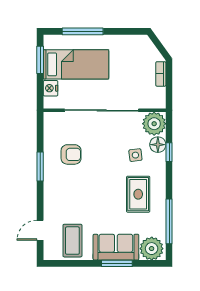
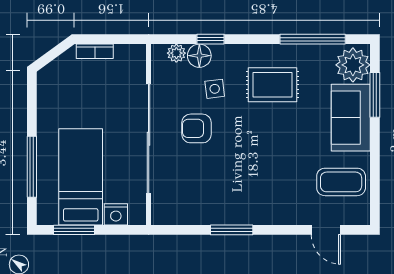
plant: (154, 124) -> (176, 53), width x0.53, depth x0.53
armchair: (71, 154) -> (197, 128), moved, turned -90
window: (117, 263) -> (375, 95), moved

